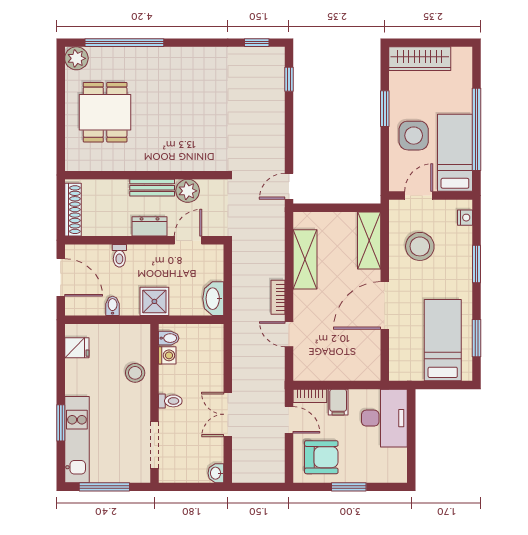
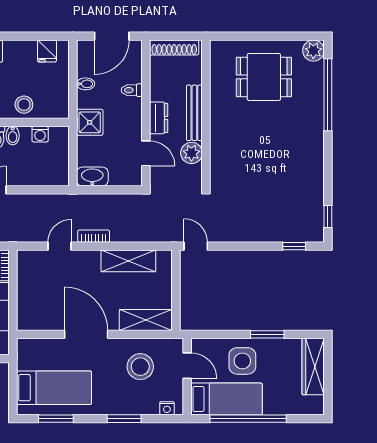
bench: (152, 188) -> (194, 113), width x1.36
bidet: (169, 338) -> (13, 136), moved

